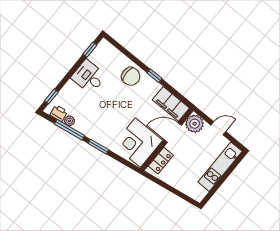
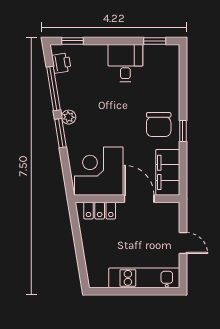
chair: (131, 76) -> (159, 125), moved
plant: (70, 121) -> (69, 117), moved
plant: (195, 124) -> (167, 214), removed

